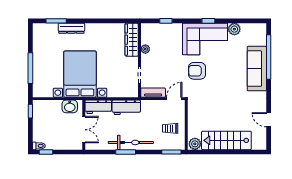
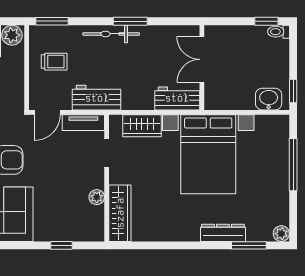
plant: (37, 28) -> (281, 234), added
wardrobe: (119, 91) -> (142, 126), added
washbasin: (70, 106) -> (269, 99), moved
workbench: (126, 107) -> (97, 98), moved
bicycle: (131, 142) -> (111, 34), width x0.73, depth x0.71

